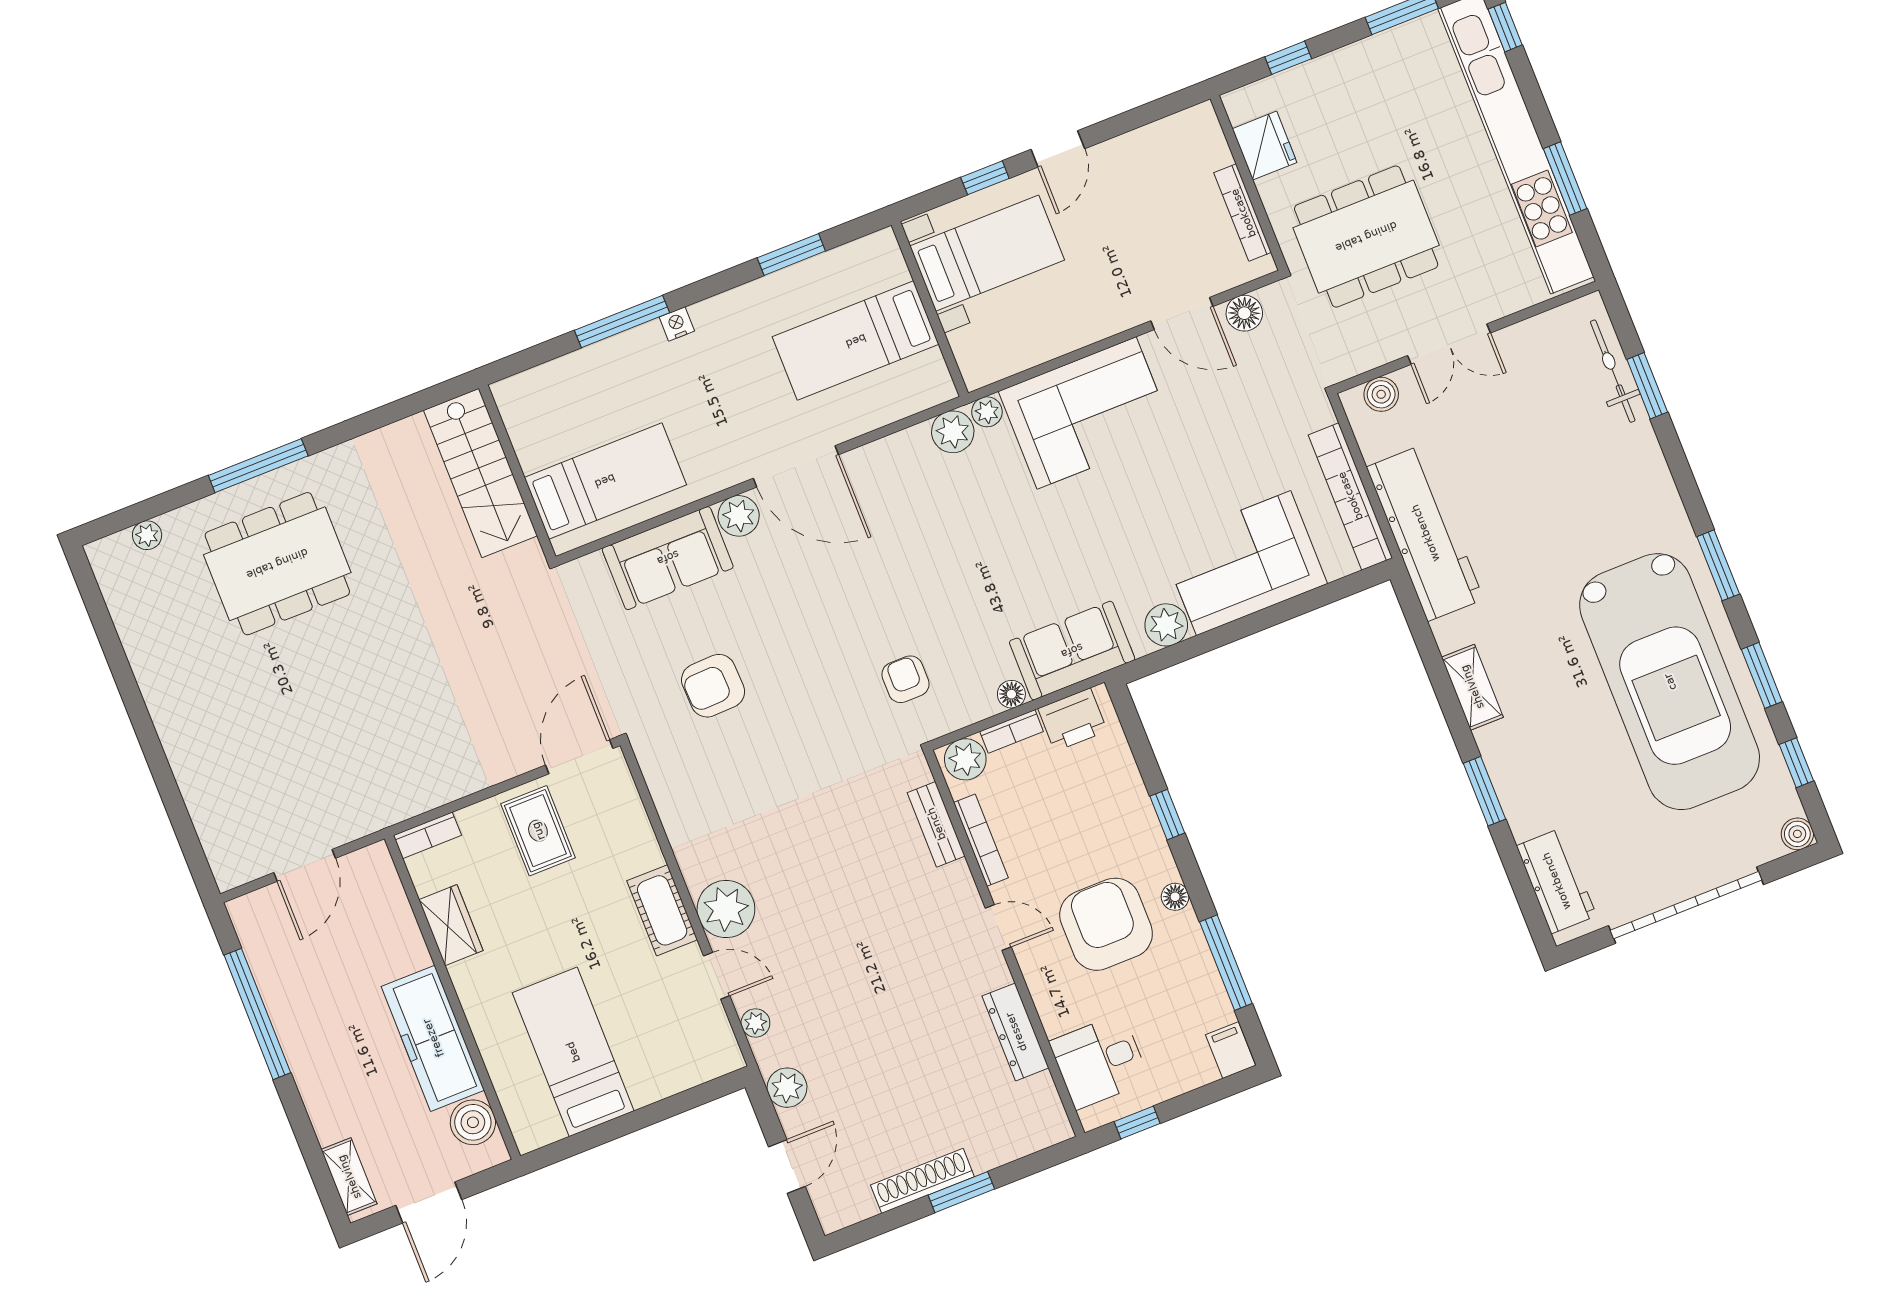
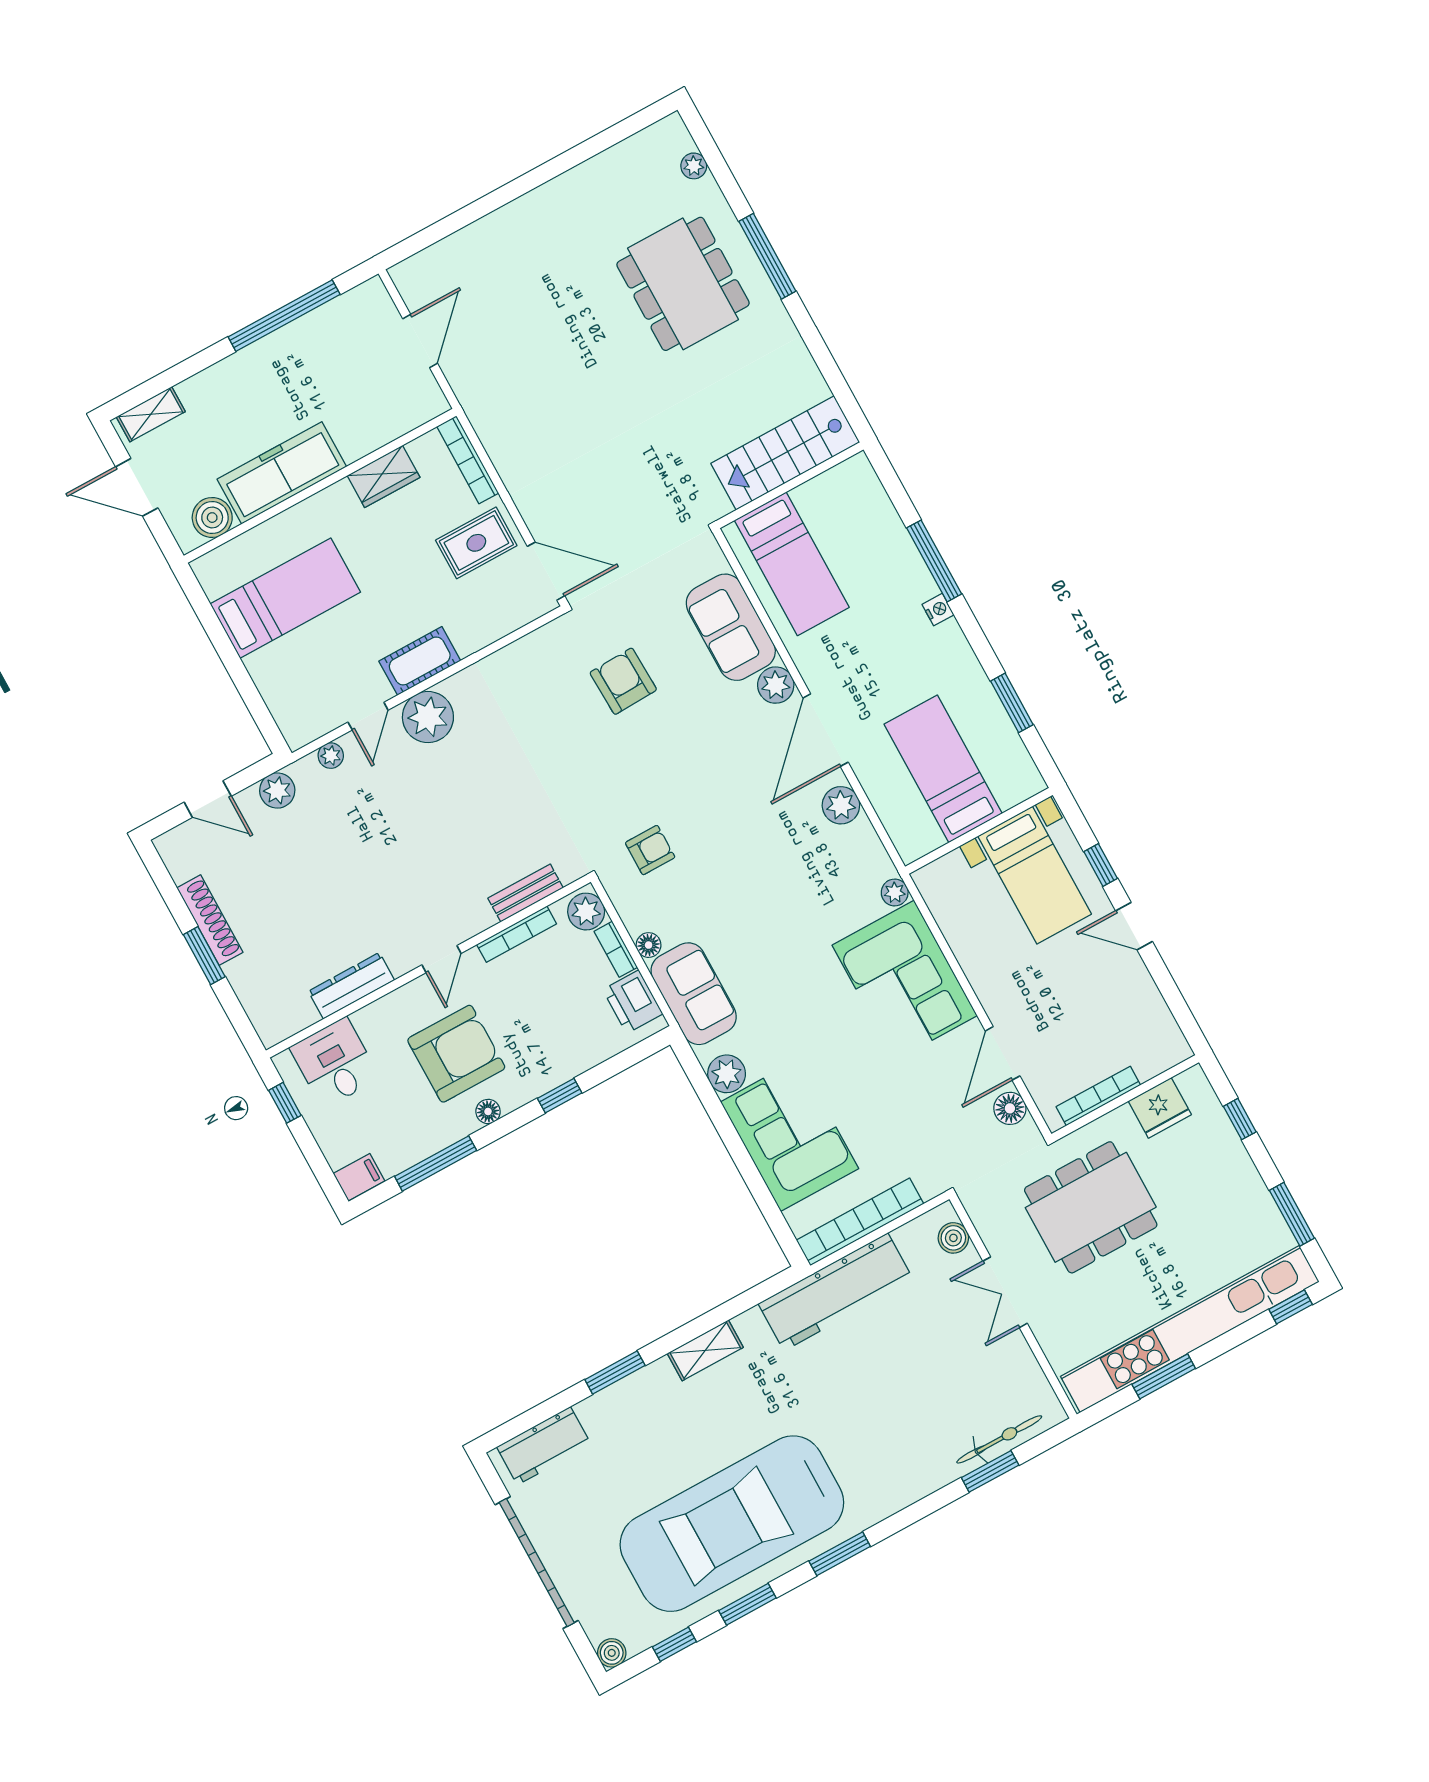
dining table: (1366, 237) -> (1091, 1207), turned 90
plant: (953, 432) -> (841, 805), moved
bookcase: (427, 835) -> (468, 460), width x1.56
door: (305, 865) -> (420, 341), swing flipped

